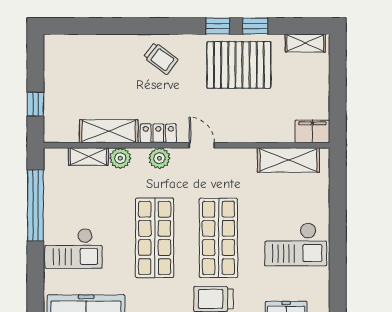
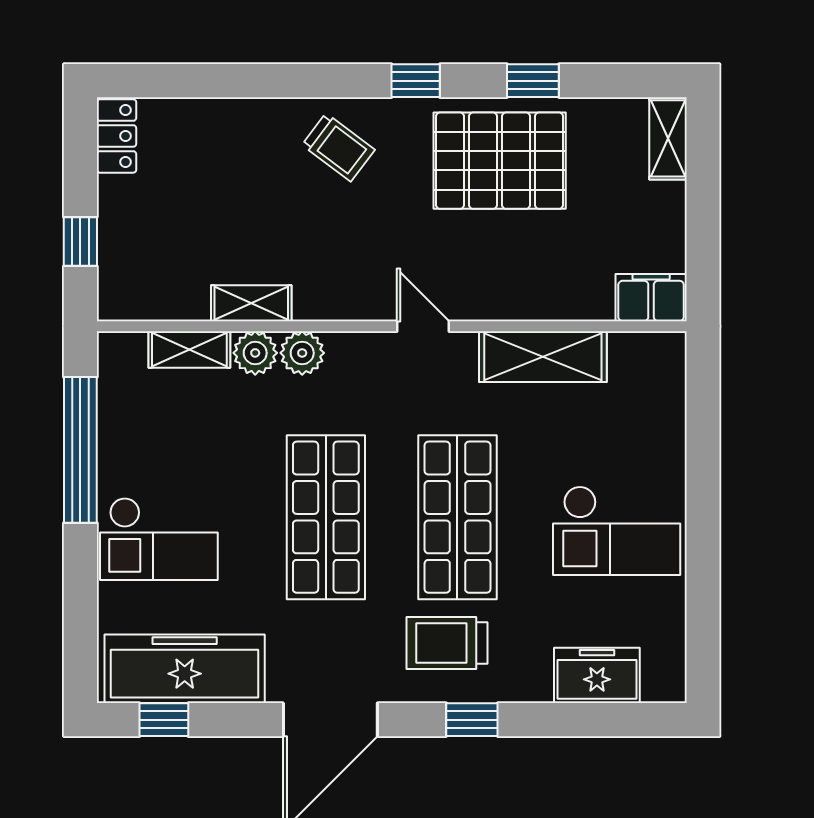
window: (218, 26) -> (416, 81), moved
shelving: (305, 43) -> (668, 138), moved, turned 90
shelving: (109, 131) -> (251, 303), width x0.67, depth x0.75
locker: (158, 133) -> (116, 136), moved, turned 90
plant: (159, 158) -> (302, 353), moved
shelving: (288, 160) -> (543, 357), moved

